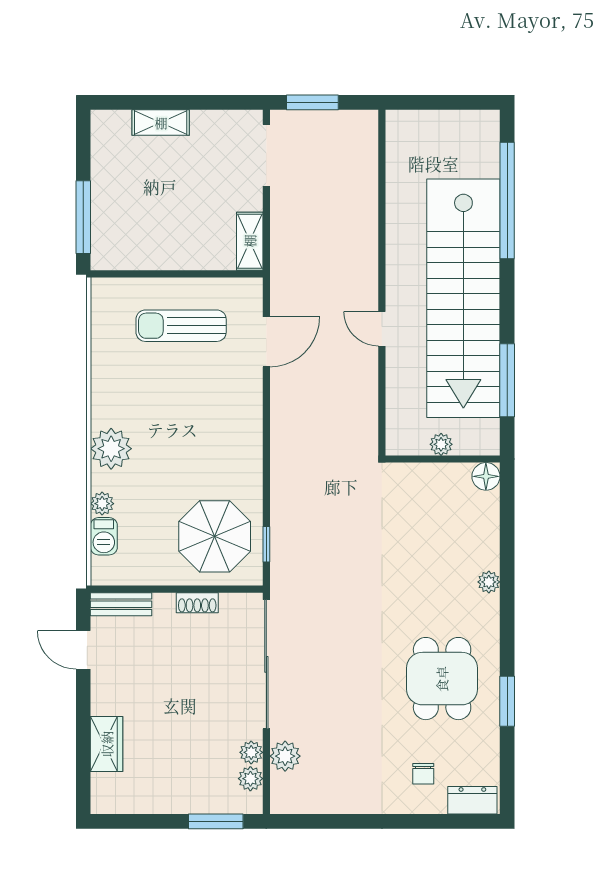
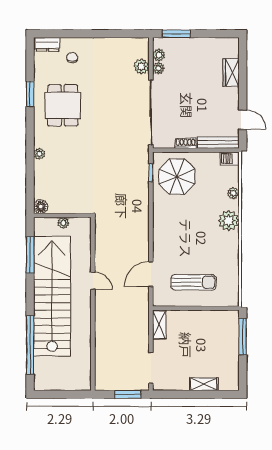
barbecue: (104, 536) -> (230, 159), moved, turned -90
bench: (121, 604) -> (218, 143), width x1.36

